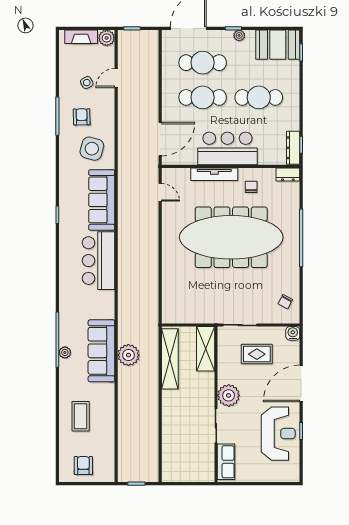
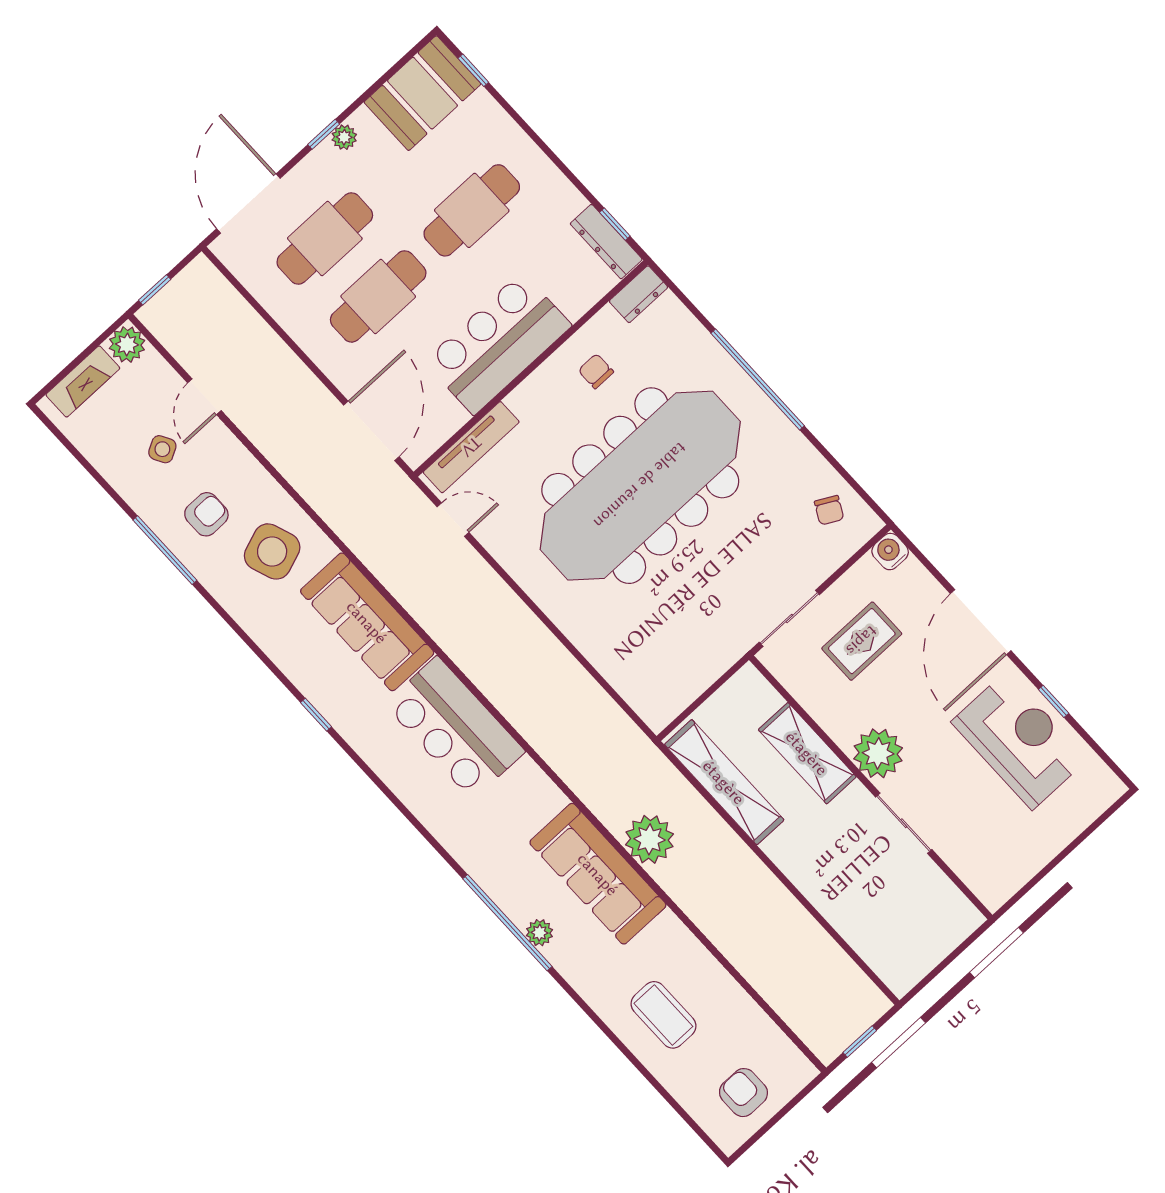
armchair: (82, 117) -> (206, 514), turned 91
side table: (92, 149) -> (272, 551), turned -35
tv unit: (214, 174) -> (471, 447), moved
shelving: (206, 349) -> (807, 753), moved
row of seats: (226, 462) -> (976, 868), removed

